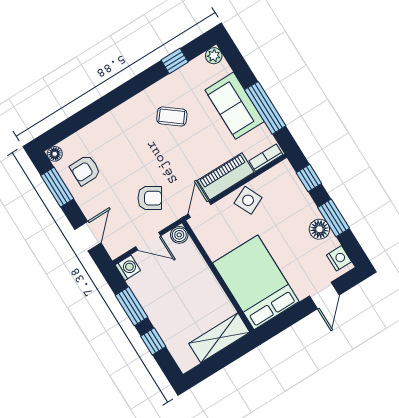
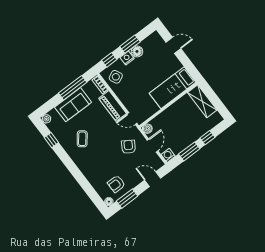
armchair: (85, 170) -> (116, 184), turned 90
side table: (248, 200) -> (116, 77), moved
nightstand: (339, 258) -> (127, 58), moved
bed: (256, 282) -> (173, 88), width x0.67

